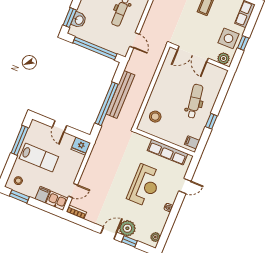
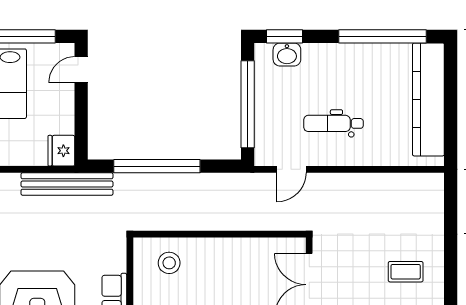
bench: (120, 94) -> (67, 184), moved
door: (59, 126) -> (81, 70), moved

